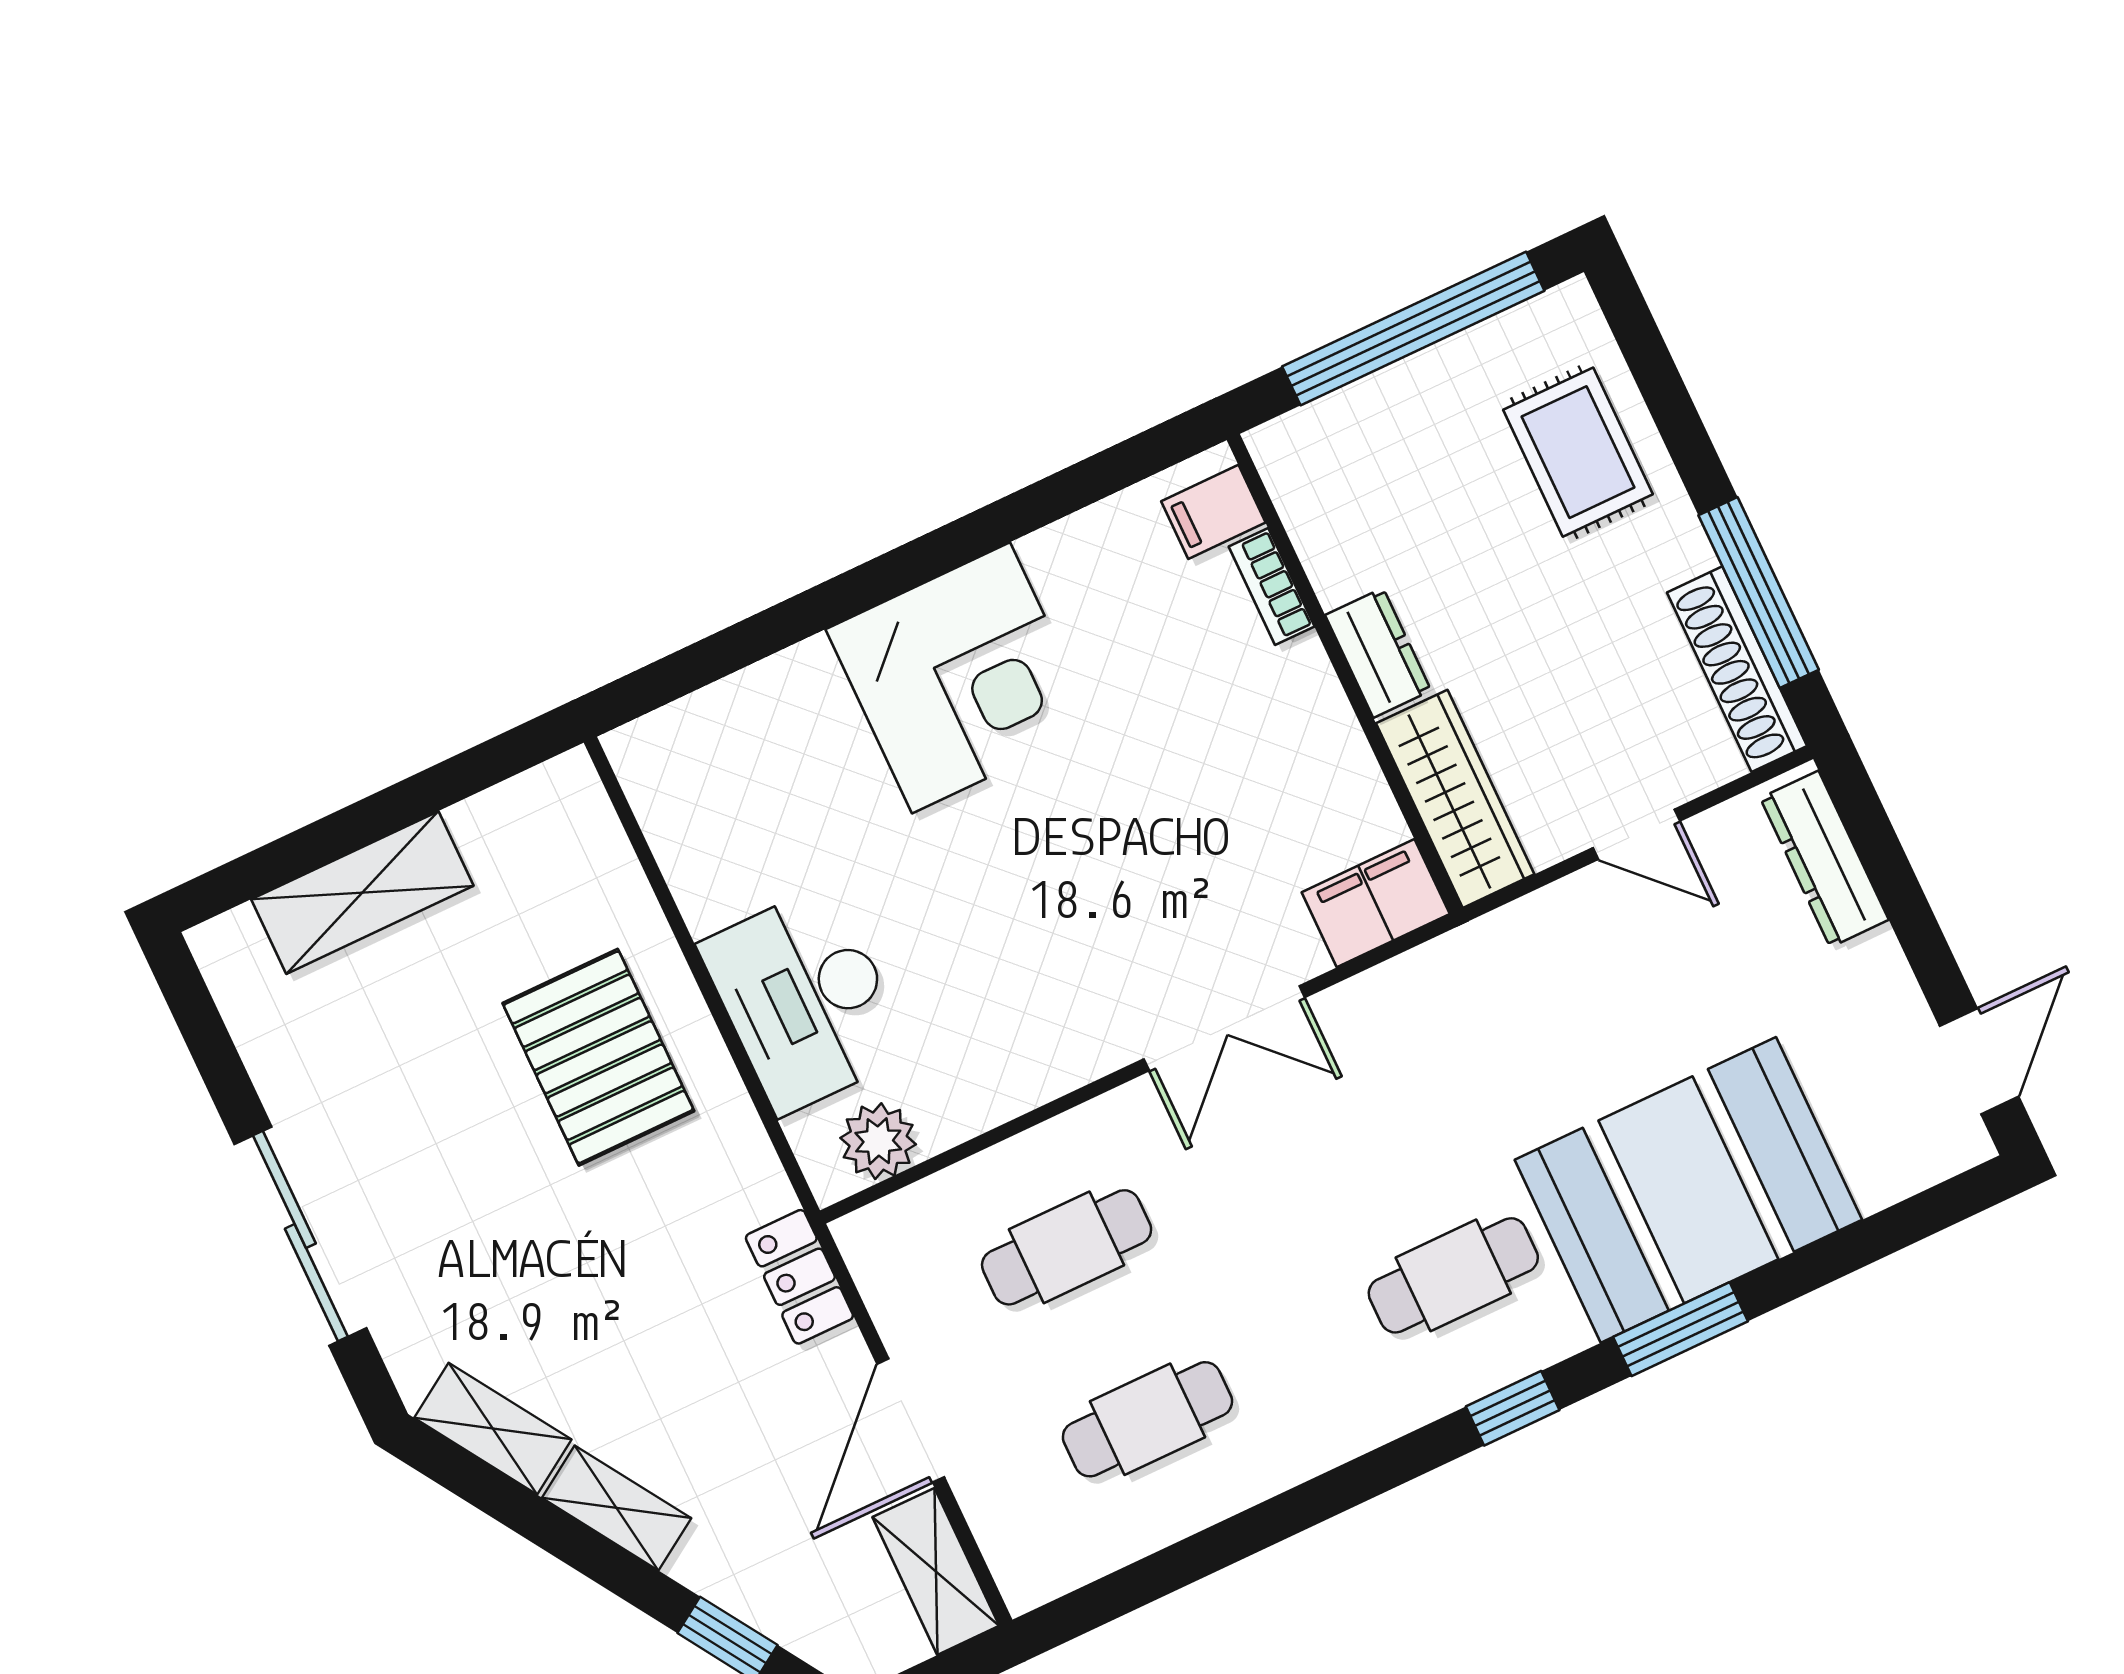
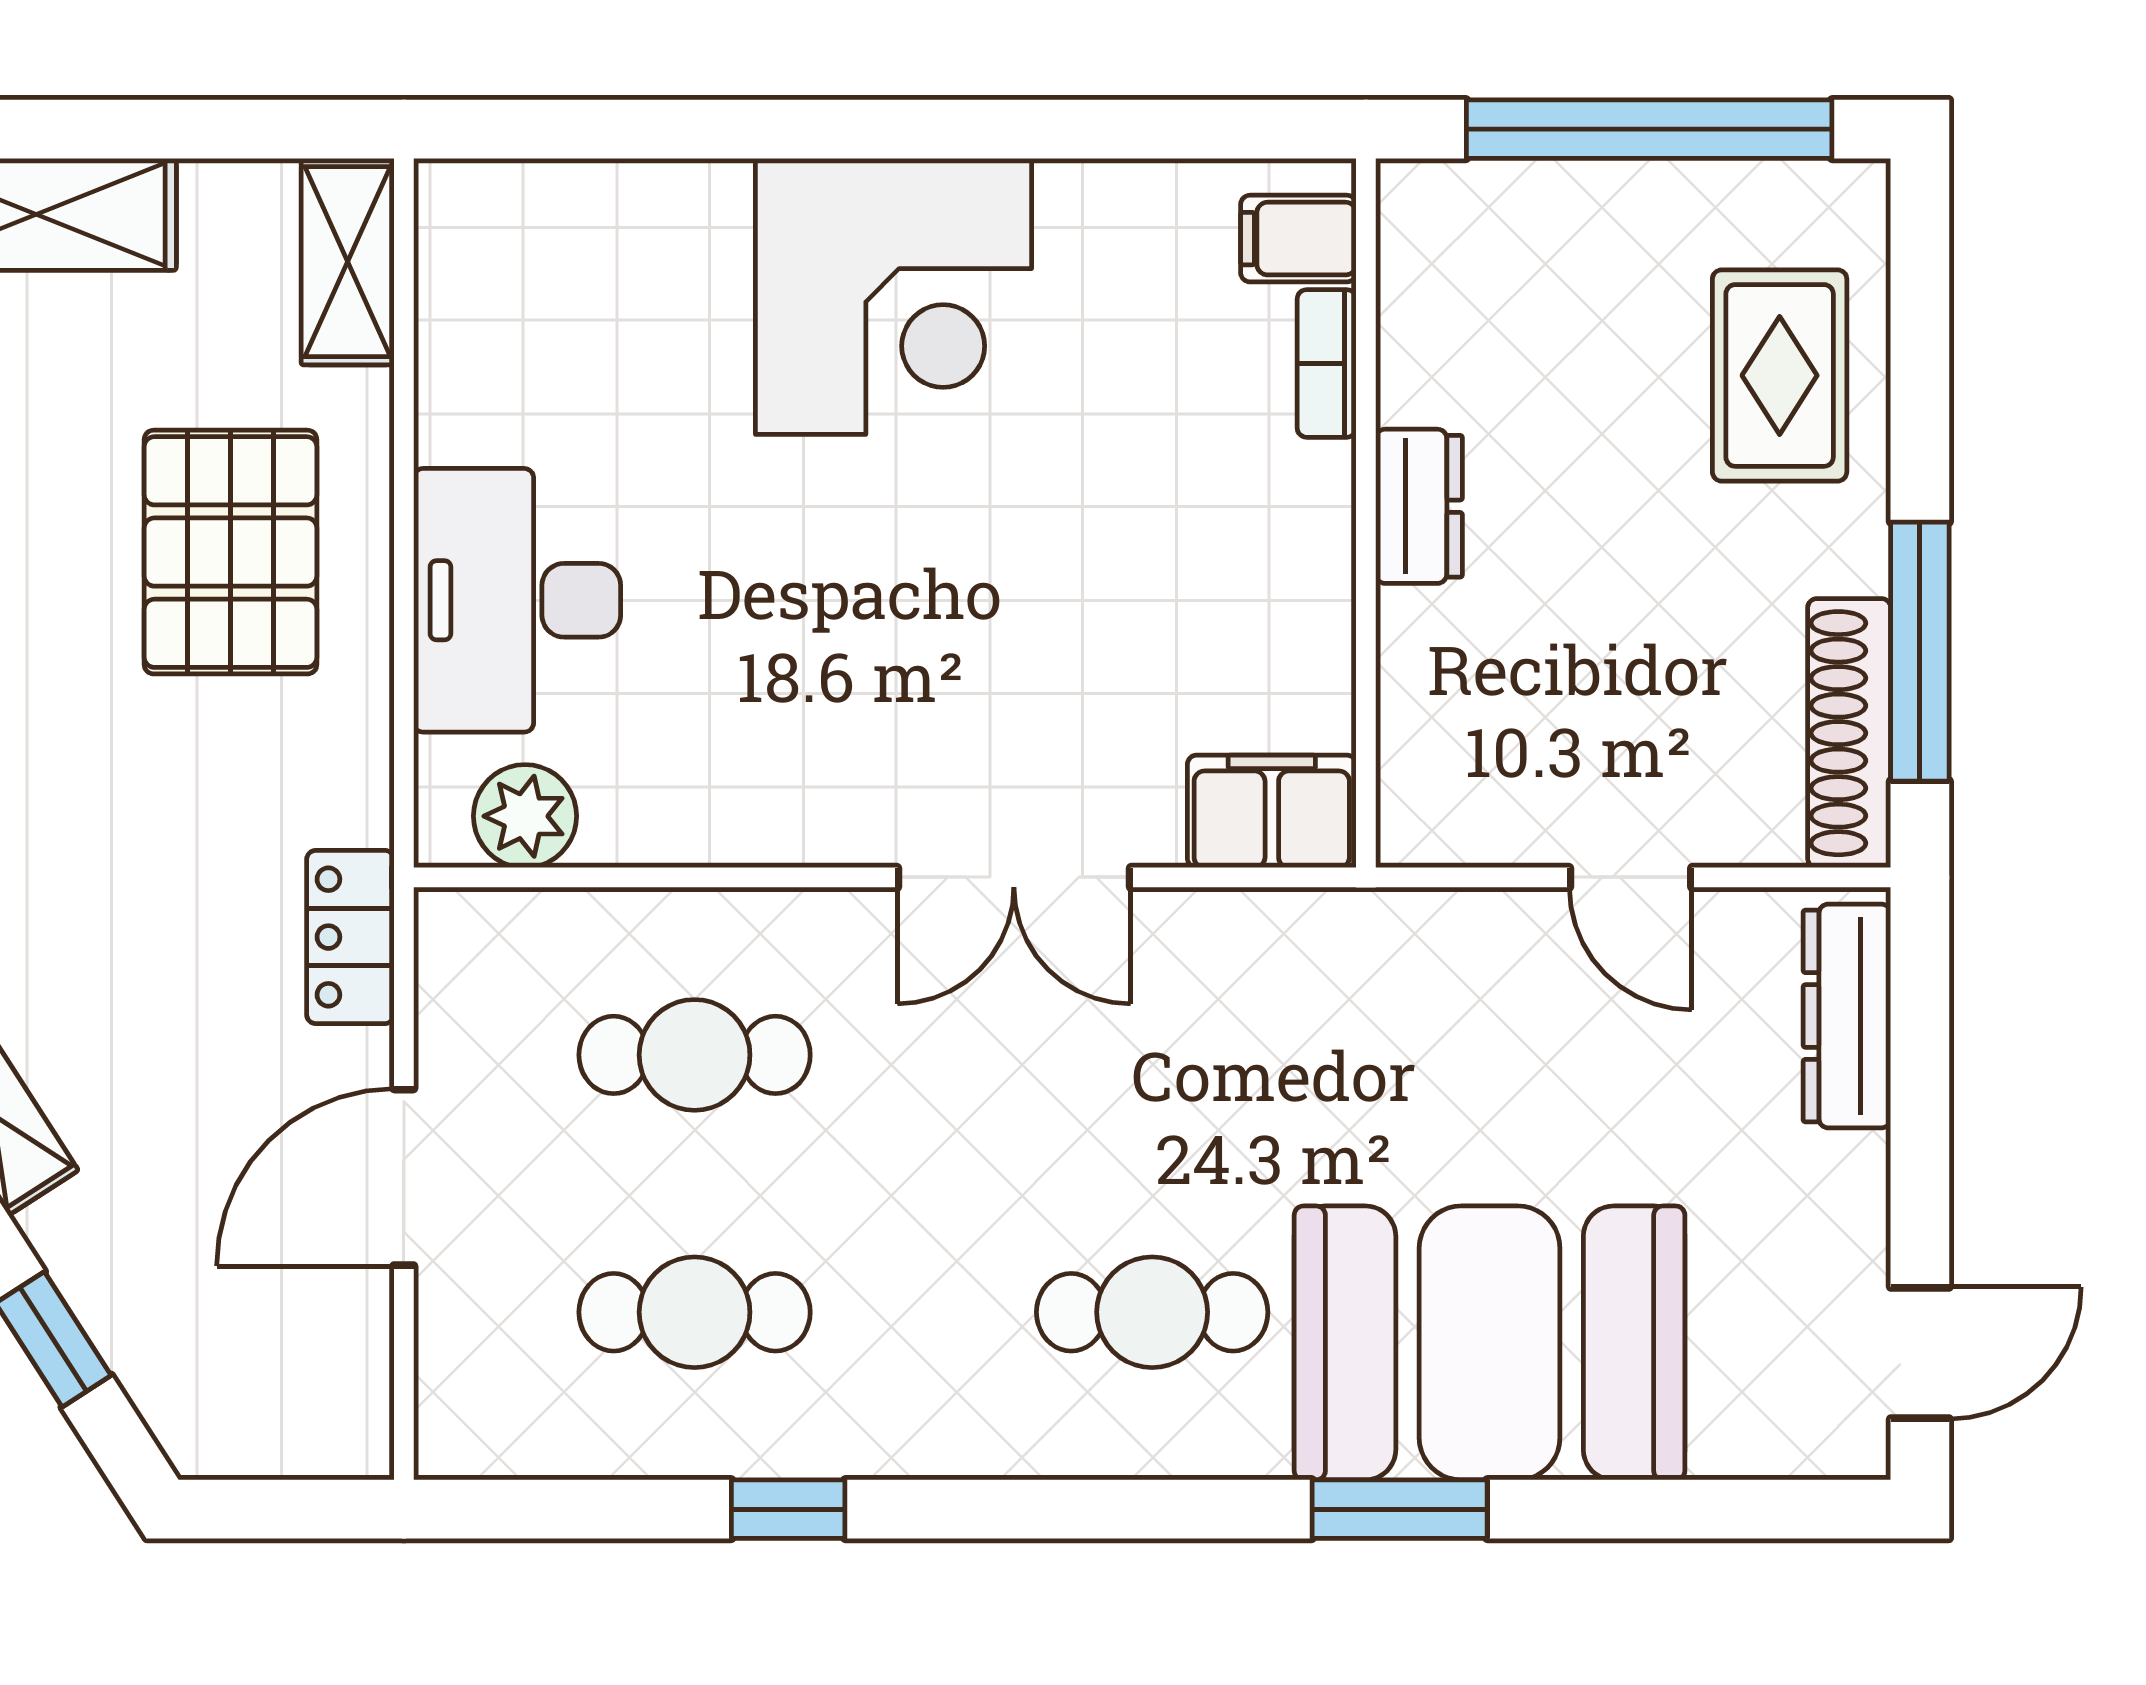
wardrobe: (1455, 799) -> (1429, 729), removed
window: (1513, 1408) -> (788, 1509), moved
shelving: (936, 1571) -> (348, 262), moved

